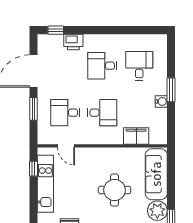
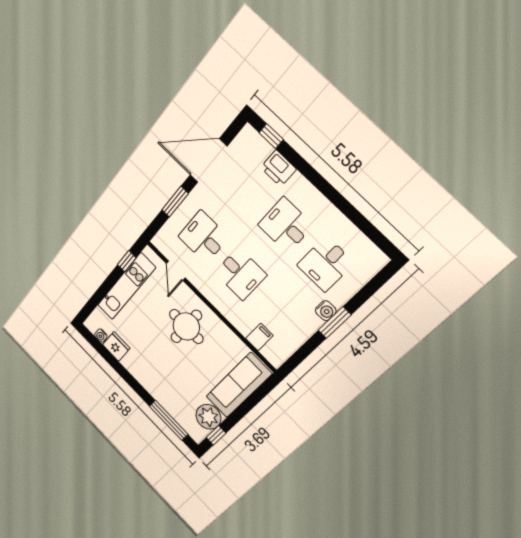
desk: (139, 66) -> (325, 264), turned 180
water cooler: (161, 102) -> (326, 311), moved
filing cabinet: (136, 136) -> (259, 337), width x0.50
round table: (115, 190) -> (186, 326), moved

